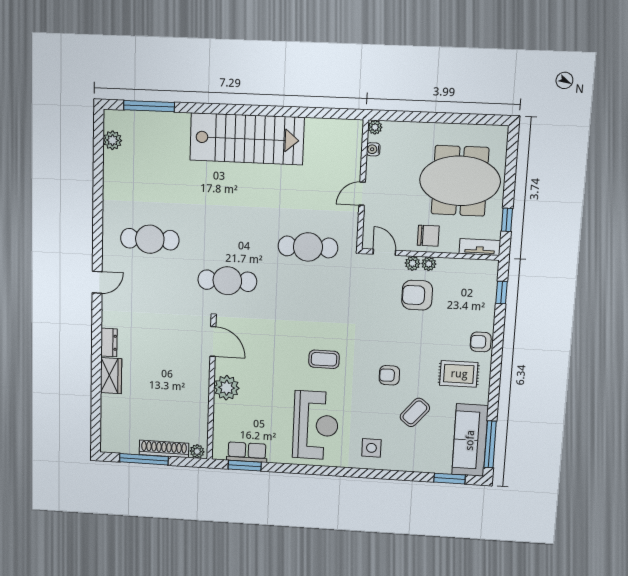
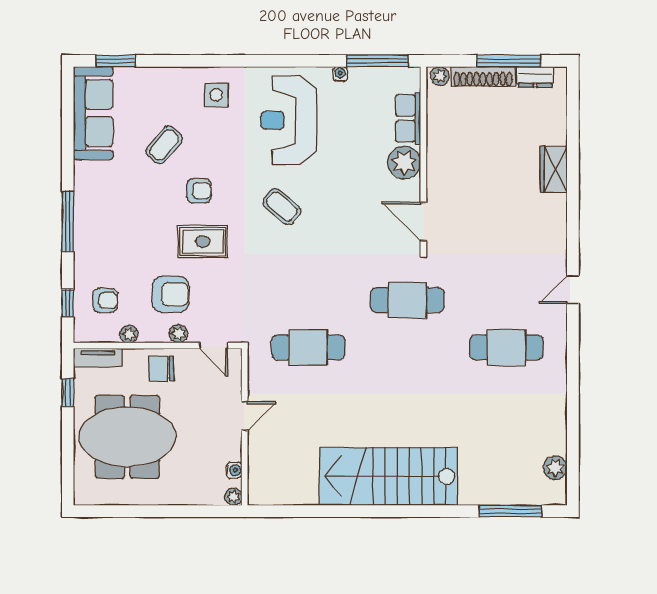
plant: (429, 264) -> (129, 334), moved
dresser: (109, 342) -> (535, 77), moved, turned -90
armchair: (481, 342) -> (105, 300), moved
coffee table: (324, 359) -> (282, 207), turned 41
rug: (459, 374) -> (203, 241), moved
window: (490, 444) -> (68, 222), moved
row of seats: (247, 452) -> (408, 118), moved, turned 90
water cooler: (274, 458) -> (340, 74), added
window: (245, 466) -> (377, 61), width x1.44

